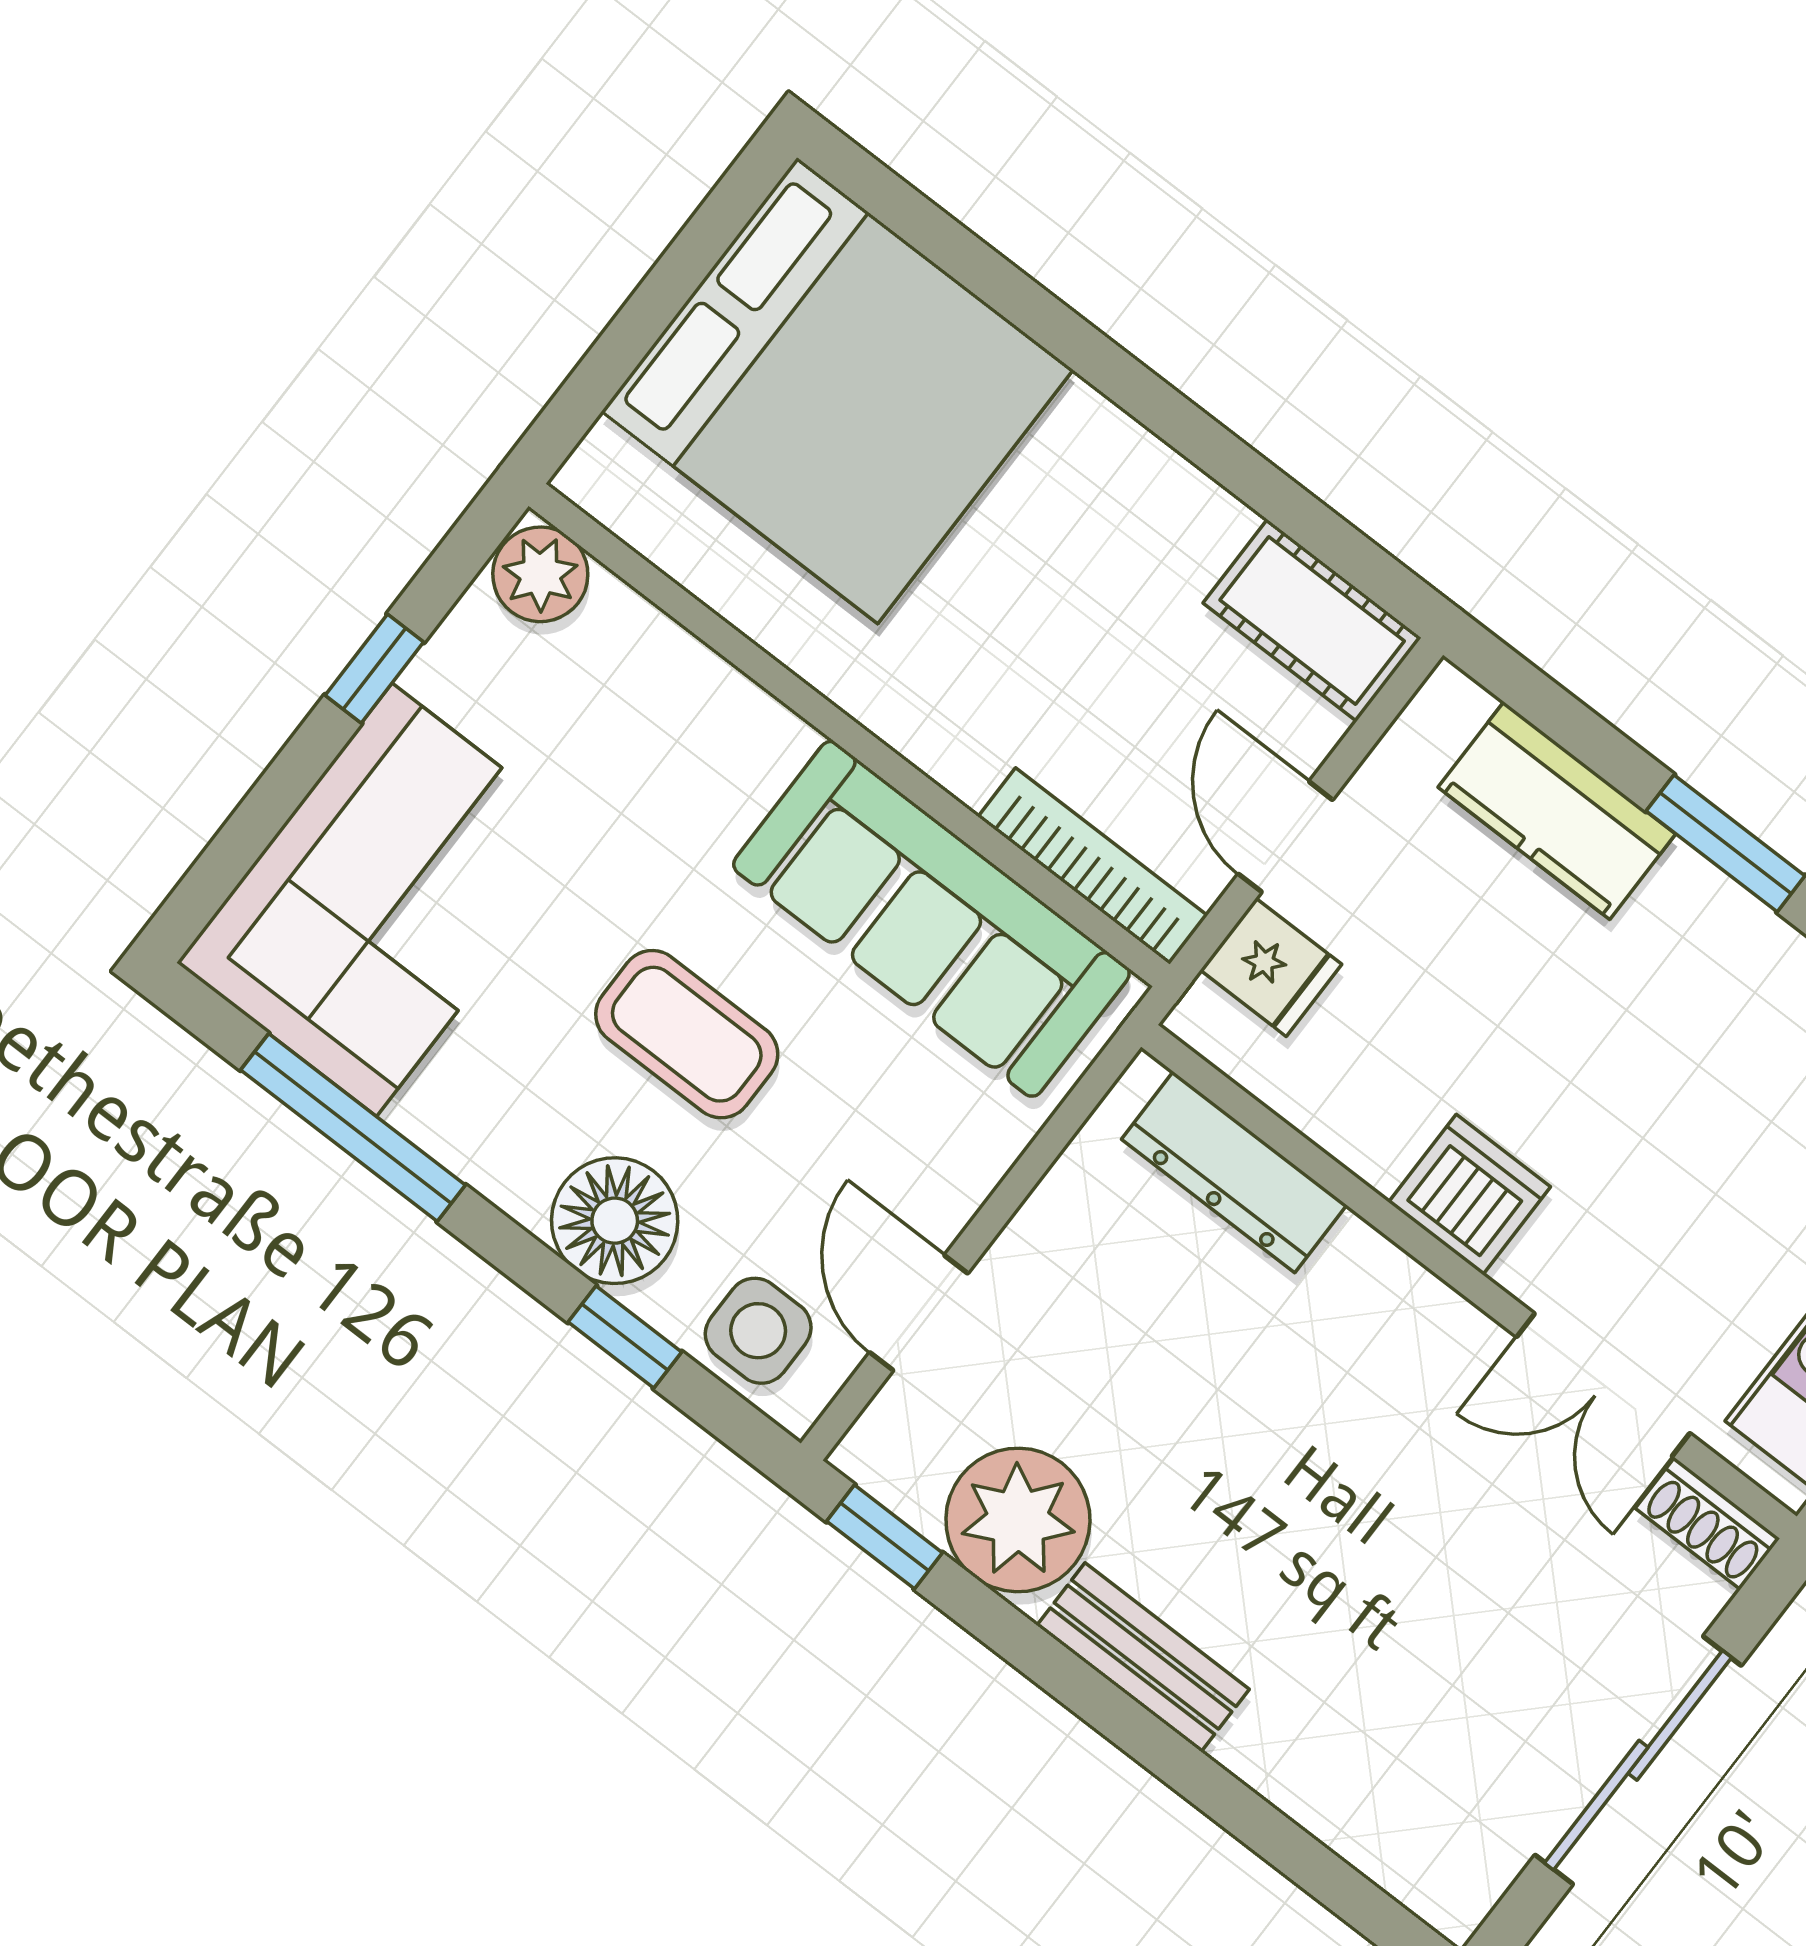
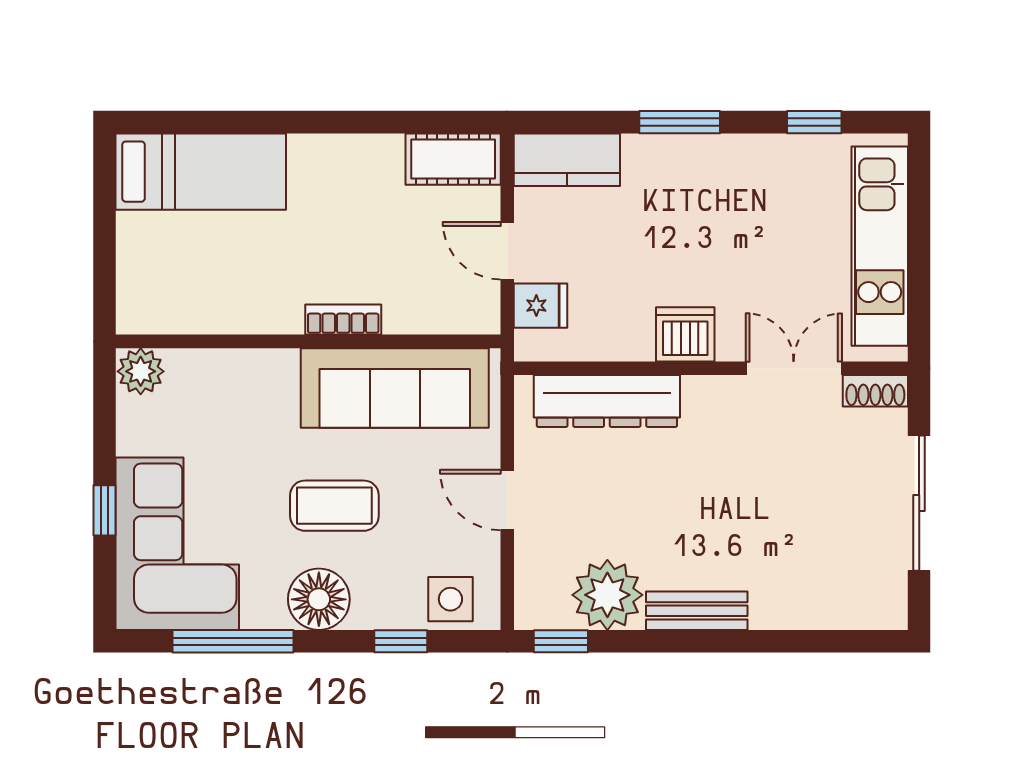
bed: (837, 390) -> (201, 172), width x0.49
window: (374, 669) -> (104, 510), moved
kitchen counter: (1557, 811) -> (567, 160), moved
bookcase: (1093, 866) -> (343, 320), moved, width x0.64
dresser: (1234, 1172) -> (607, 401), width x1.37, depth x1.24
floor lamp: (615, 1221) -> (319, 599), moved
door: (919, 1313) -> (507, 500), moved
double door: (1603, 1385) -> (794, 368), swing flipped

